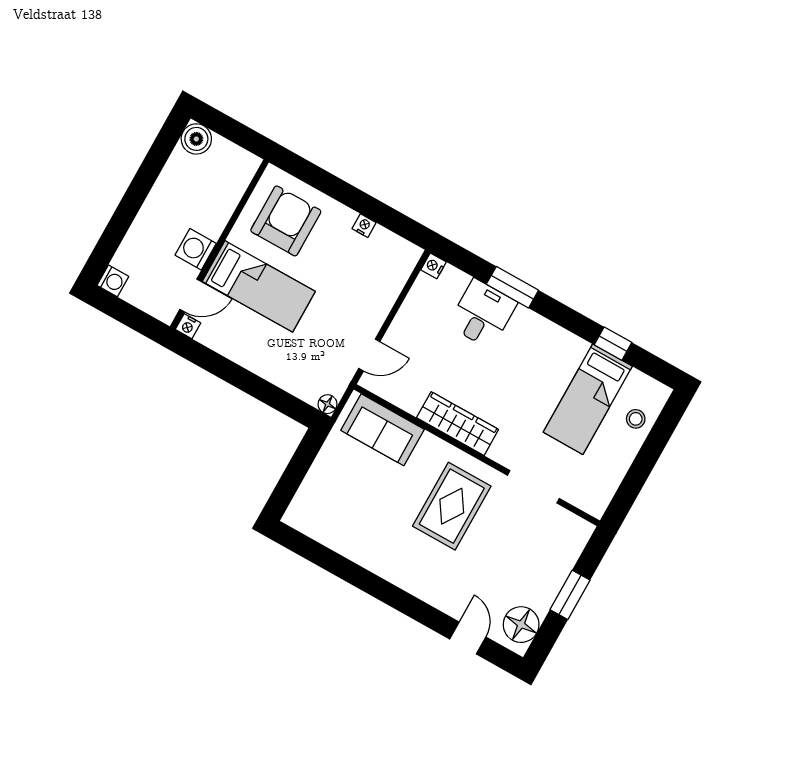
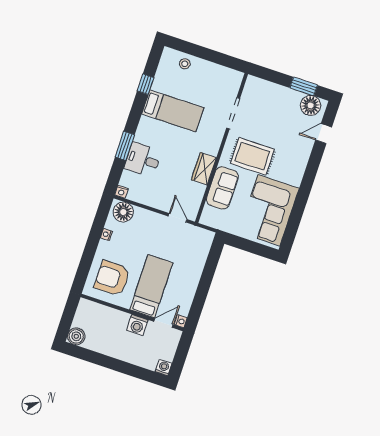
door: (191, 296) -> (163, 323), hinge flipped
bed: (588, 399) -> (173, 111), moved
floor lamp: (327, 404) -> (123, 212), moved, width x1.89, depth x1.89
wardrobe: (458, 424) -> (204, 169), width x0.67
sofa: (382, 430) -> (222, 188), moved
corner sofa: (352, 517) -> (269, 210), added
window: (570, 595) -> (304, 86), moved

